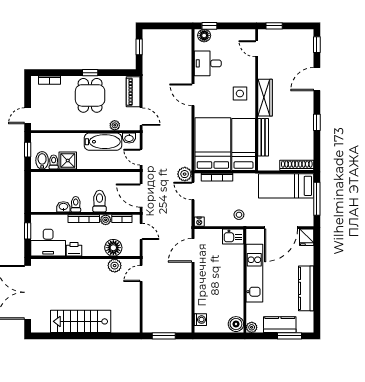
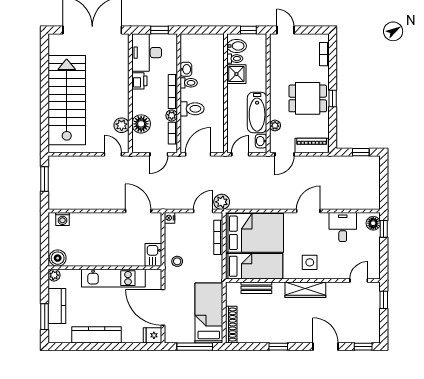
bench: (263, 137) -> (256, 288), width x0.73
stairs: (81, 321) -> (67, 100), width x1.36, depth x1.51

